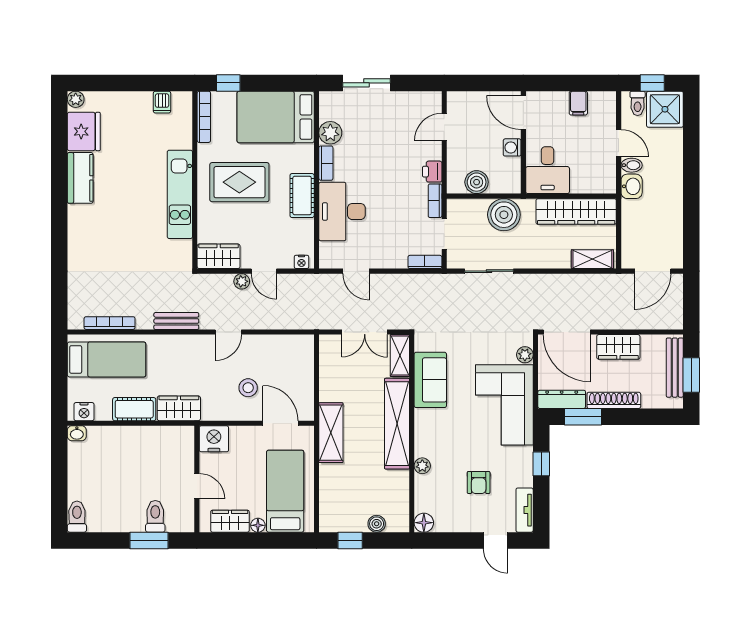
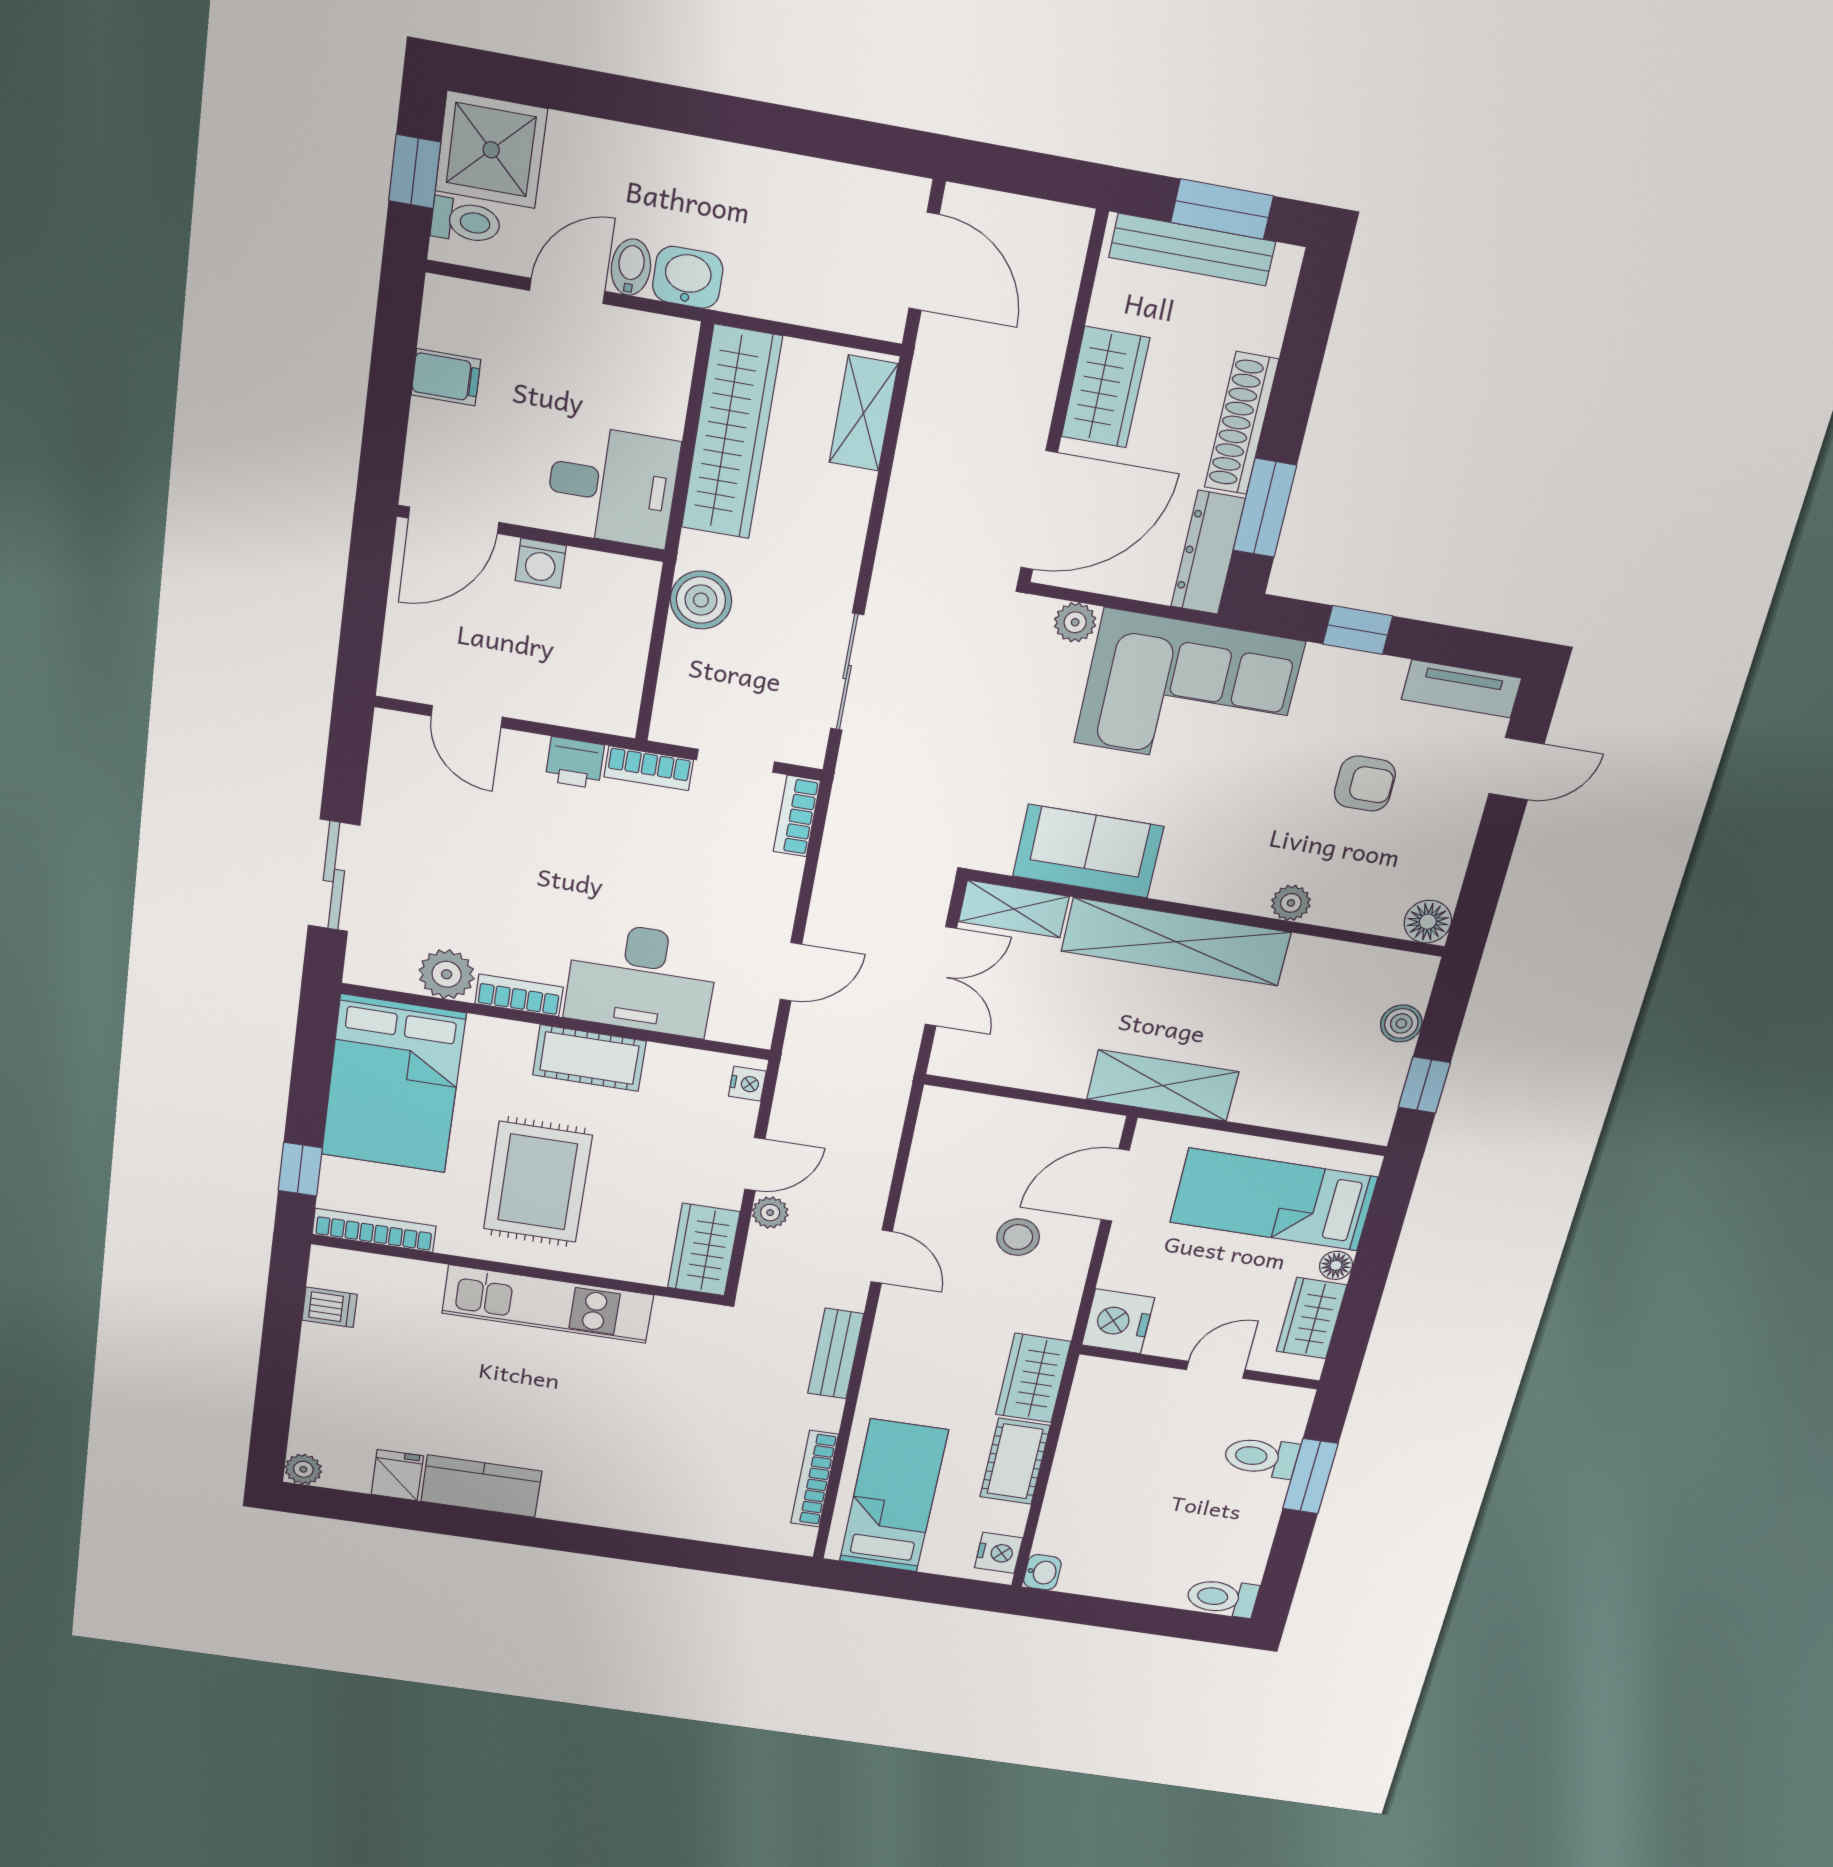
fridge: (84, 131) -> (397, 1475), width x0.53, depth x0.75
boiler: (477, 182) -> (617, 664), removed
boiler: (504, 215) -> (701, 600), width x0.73, depth x0.73

